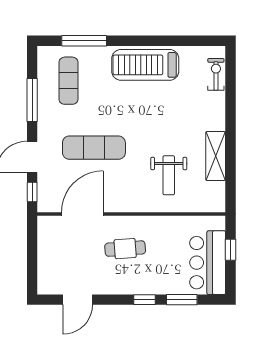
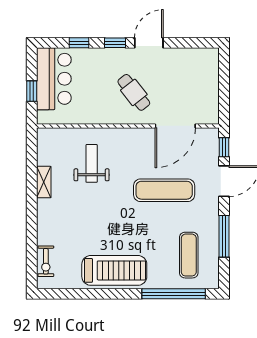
window: (84, 41) -> (174, 294), width x1.46
shelving: (216, 156) -> (44, 182), width x0.67, depth x0.75
cafe table: (125, 249) -> (134, 92), turned 56
door: (78, 300) -> (149, 43), moved
window: (182, 300) -> (79, 43), width x0.67

